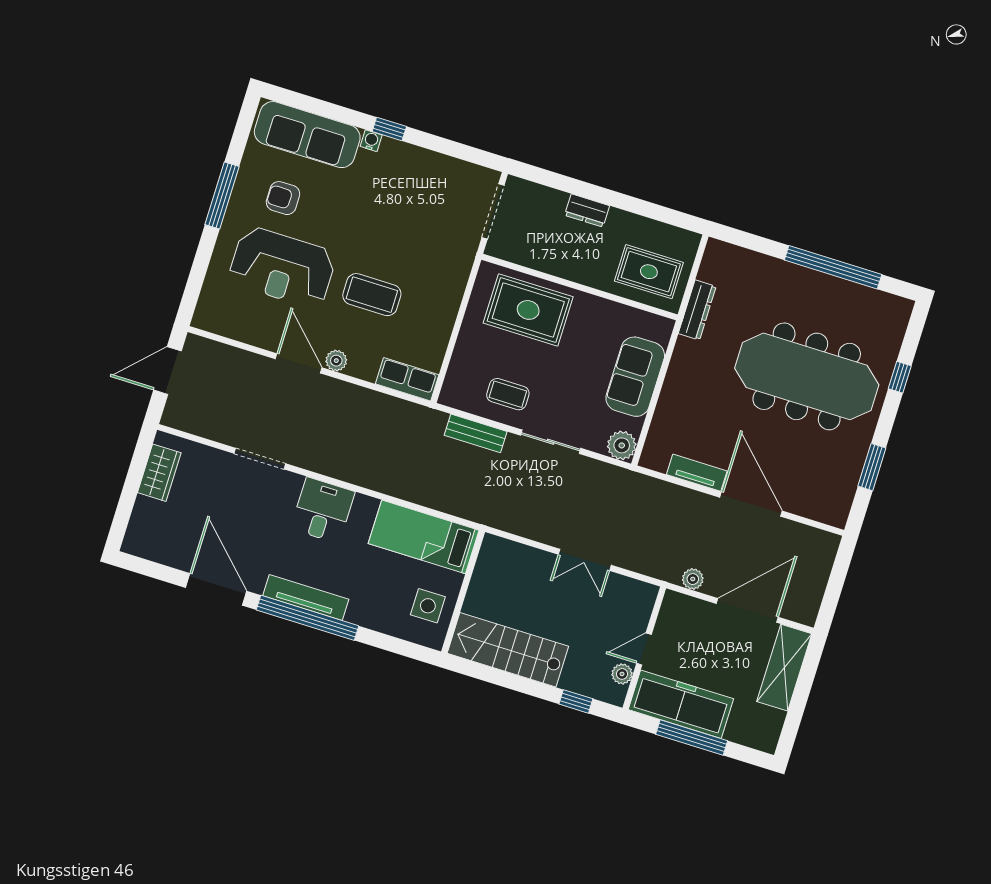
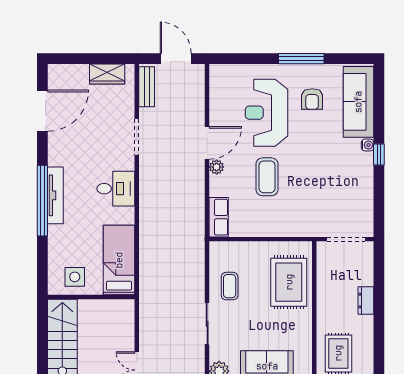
armchair: (283, 198) -> (312, 99), turned 180
bench: (476, 433) -> (147, 87), moved
door: (216, 589) -> (42, 111), moved

